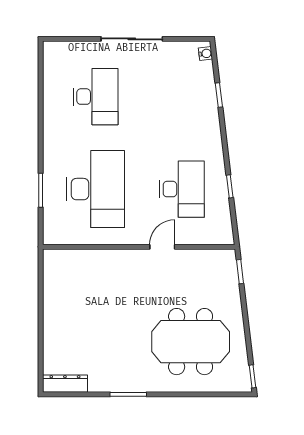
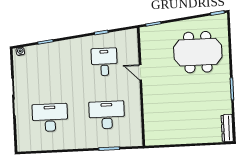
desk: (96, 189) -> (107, 115), width x0.73, depth x0.77
desk: (182, 189) -> (104, 62), width x0.73
meeting table: (191, 342) -> (198, 52), turned 90

